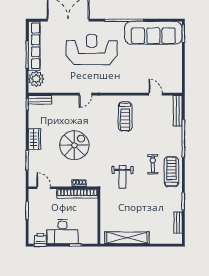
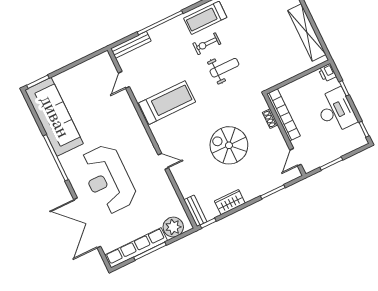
treadmill: (125, 116) -> (167, 103), width x1.37, depth x1.38
wardrobe: (34, 139) -> (230, 202), moved
weight bench: (123, 177) -> (224, 68), moved
printer: (40, 238) -> (327, 73), moved

